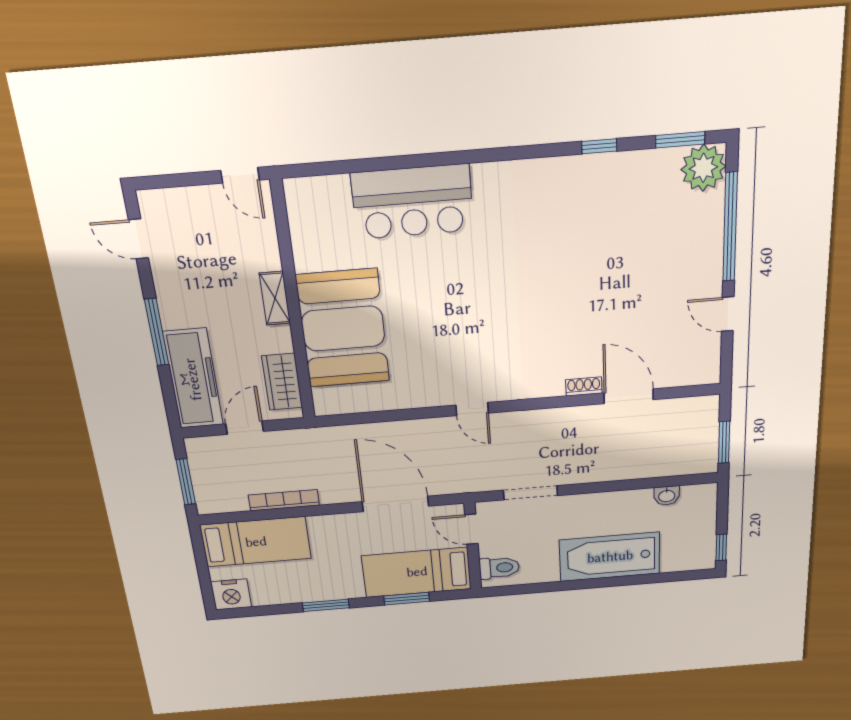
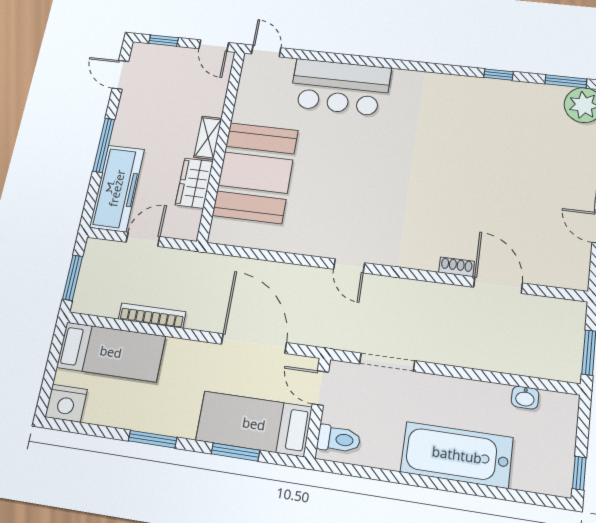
door: (308, 170) -> (266, 51), added
window: (174, 181) -> (164, 41), added
wardrobe: (282, 382) -> (194, 183), moved

